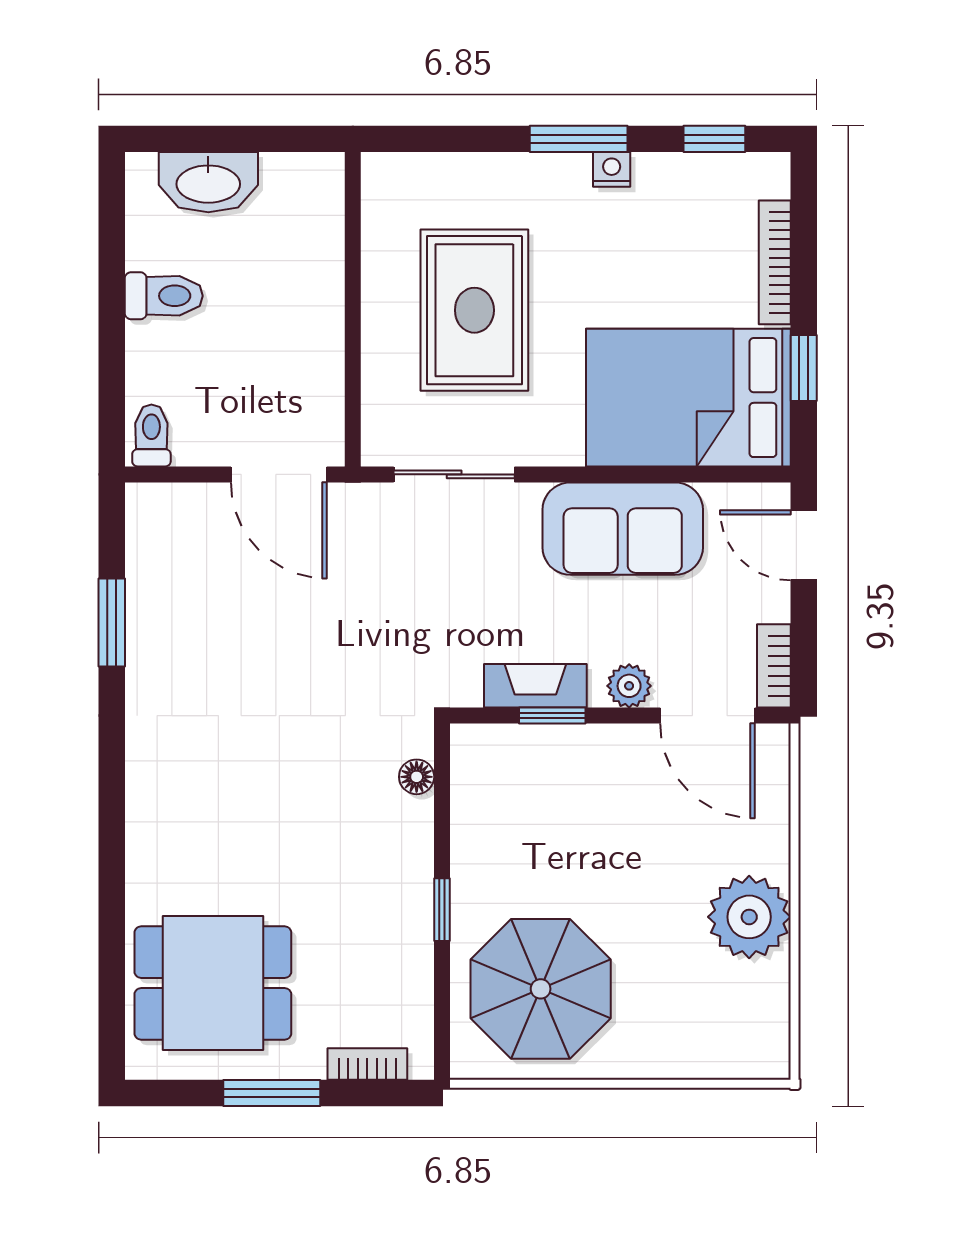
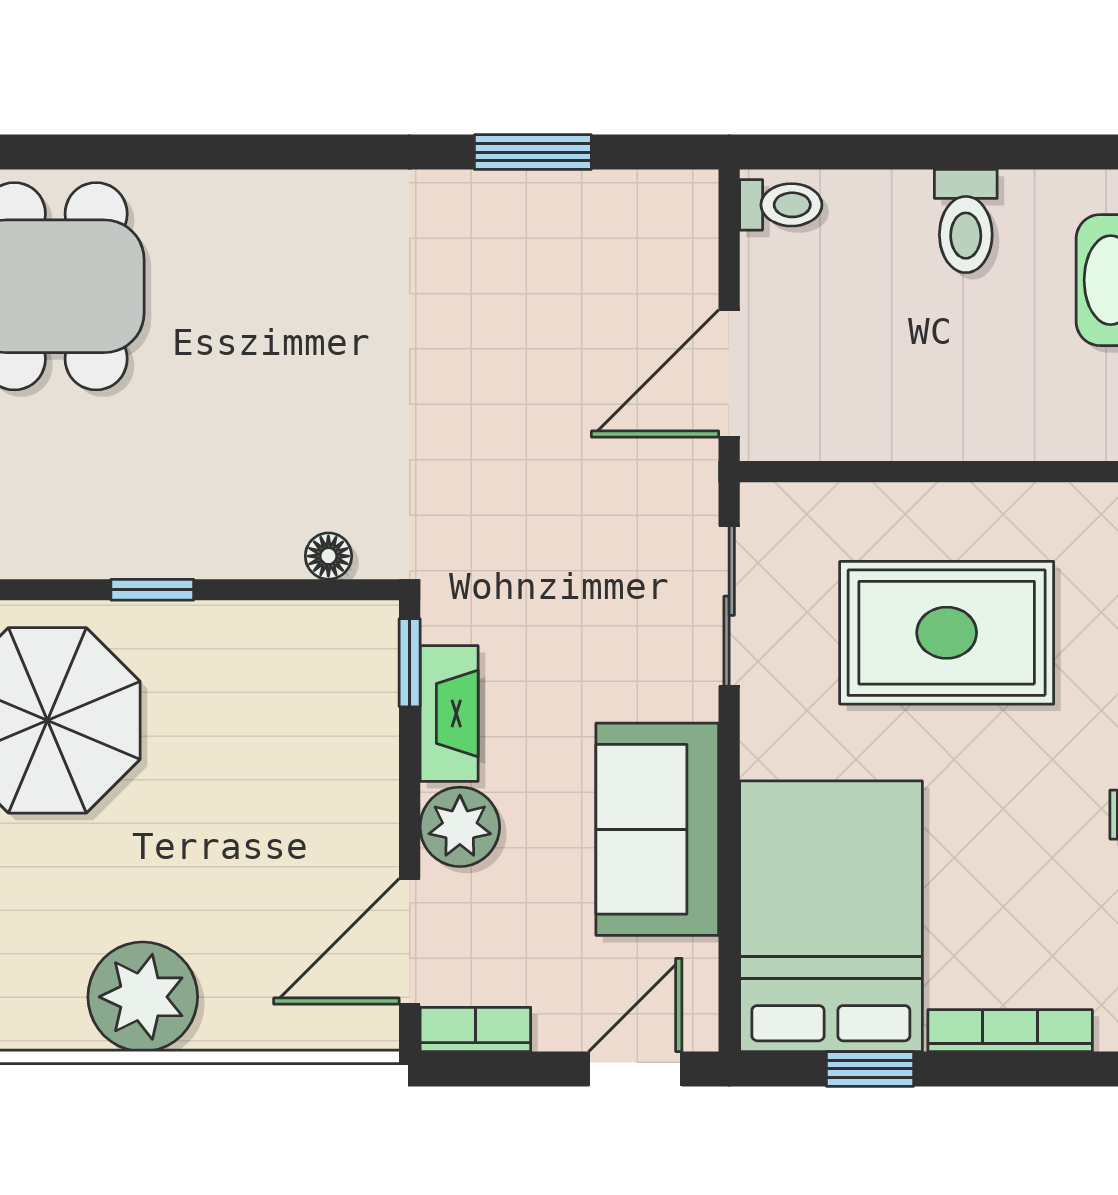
plant: (629, 686) -> (460, 827), width x1.38, depth x1.38
window: (552, 716) -> (410, 663), moved

